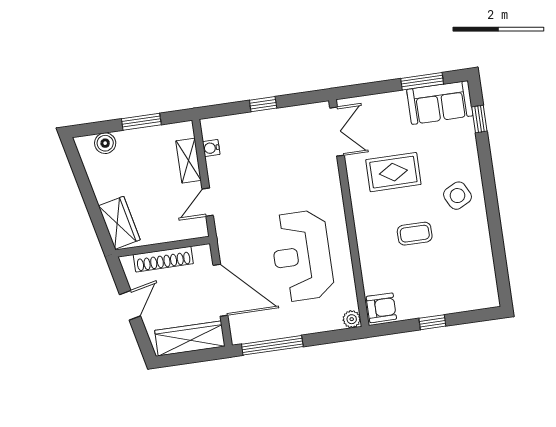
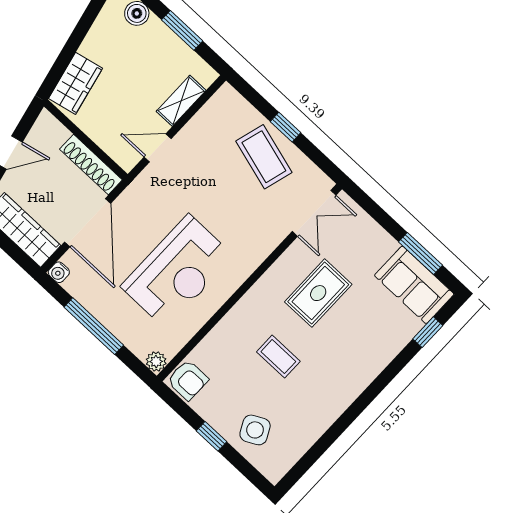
coffee table: (271, 135) -> (264, 157), added
water cooler: (211, 148) -> (59, 272), moved, turned -90
rug: (393, 172) -> (318, 293), turned 90
side table: (457, 196) -> (255, 430), moved
reception desk: (302, 256) -> (177, 271), turned 180
shoe rack: (163, 259) -> (91, 164), moved
window: (272, 345) -> (94, 326), moved

